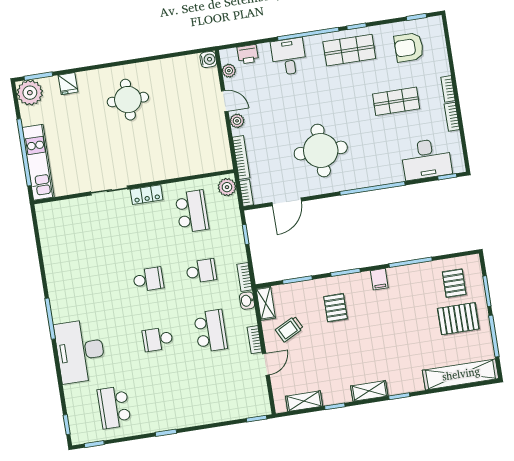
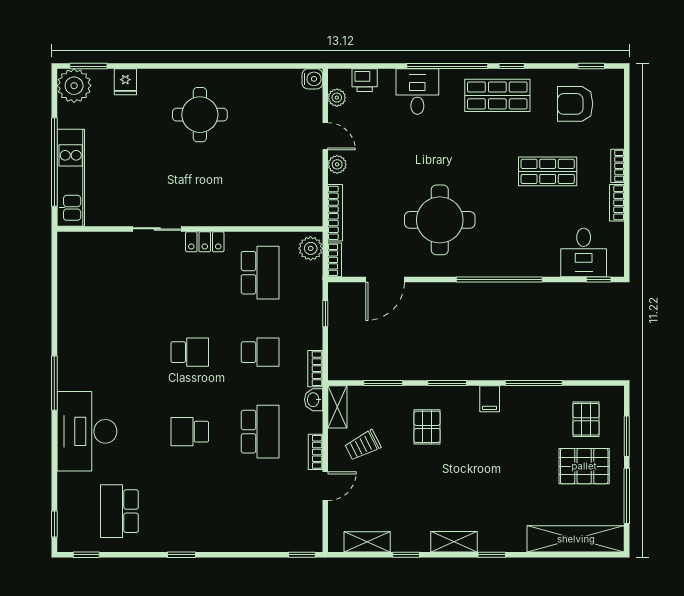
desk: (426, 159) -> (584, 252), width x0.73

